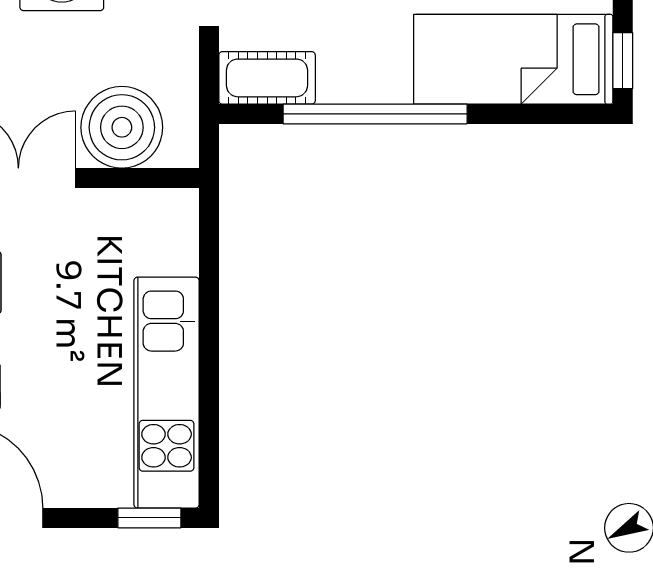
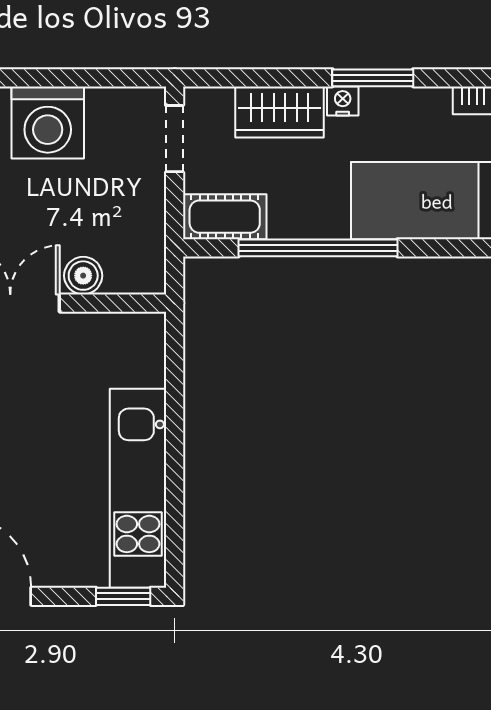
boiler: (122, 127) -> (83, 276), width x0.54, depth x0.54

